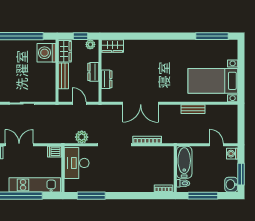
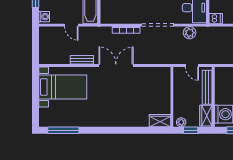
dresser: (93, 72) -> (178, 96), removed
bench: (63, 76) -> (207, 87), width x1.36
dresser: (107, 79) -> (165, 89), removed
double door: (141, 103) -> (116, 65), moved
door: (216, 145) -> (71, 25), moved

